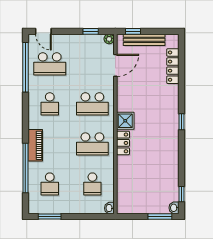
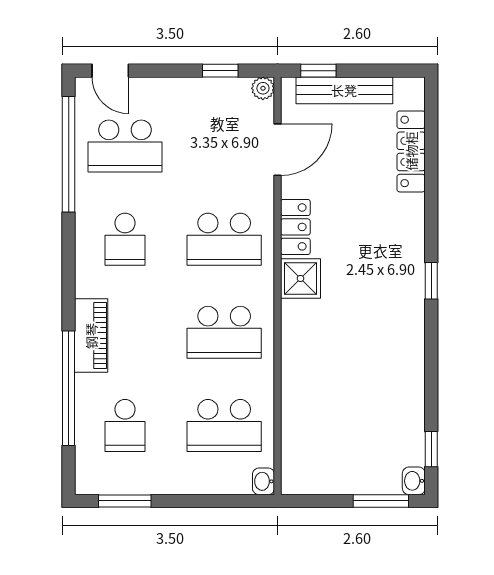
locker: (123, 143) -> (295, 227), moved
school desk: (92, 184) -> (224, 425), width x1.85

